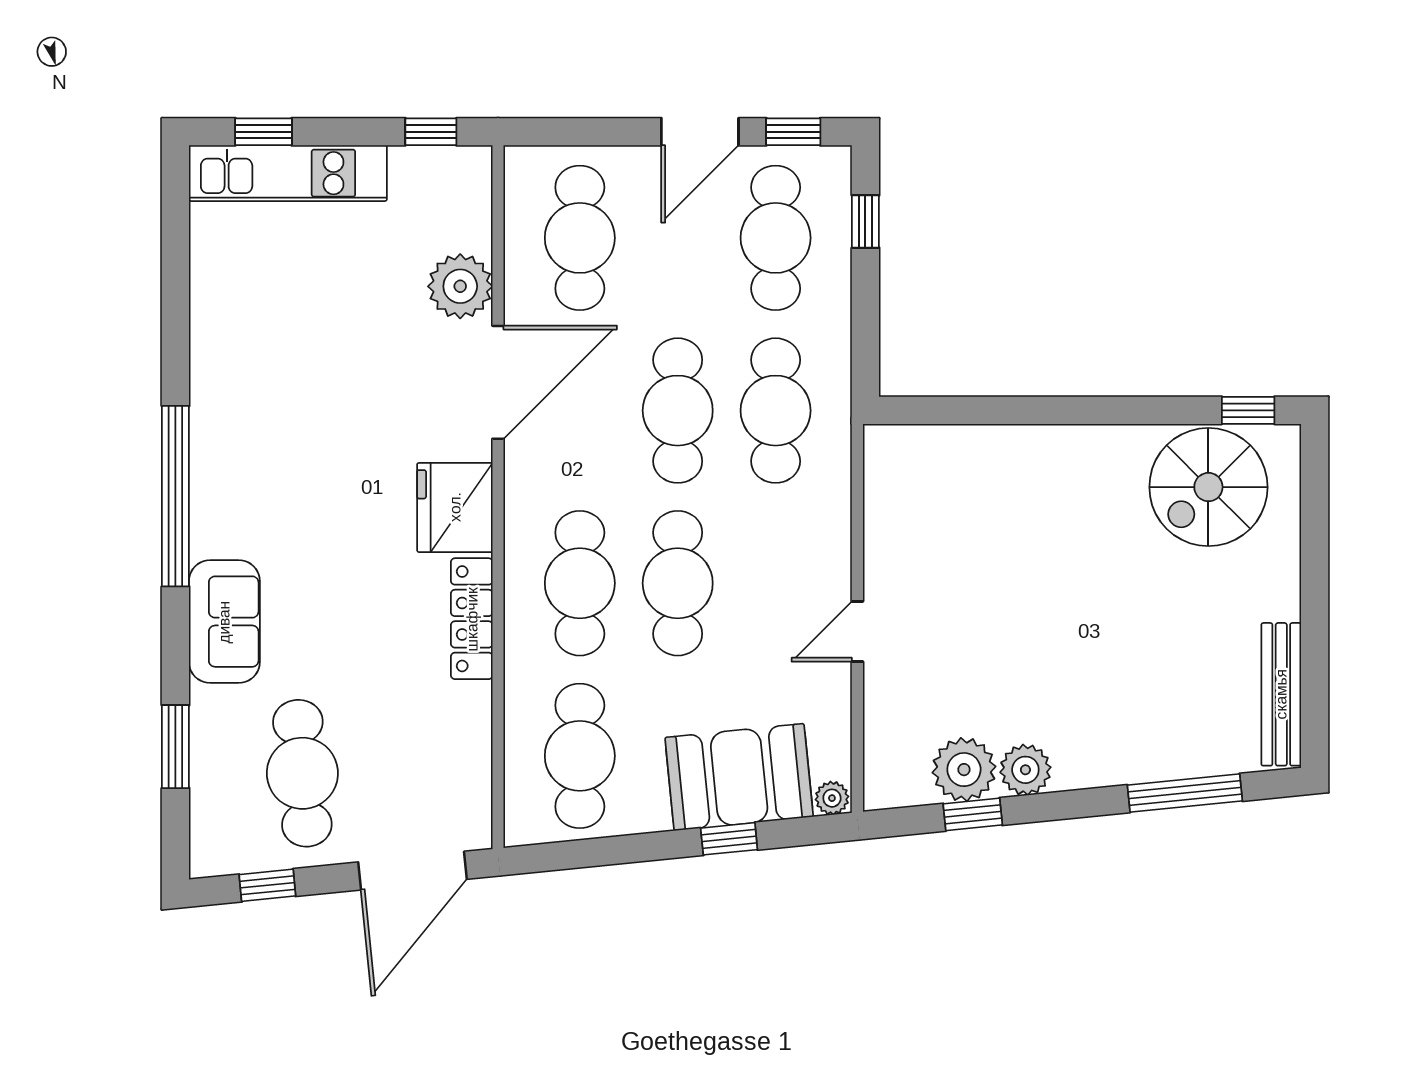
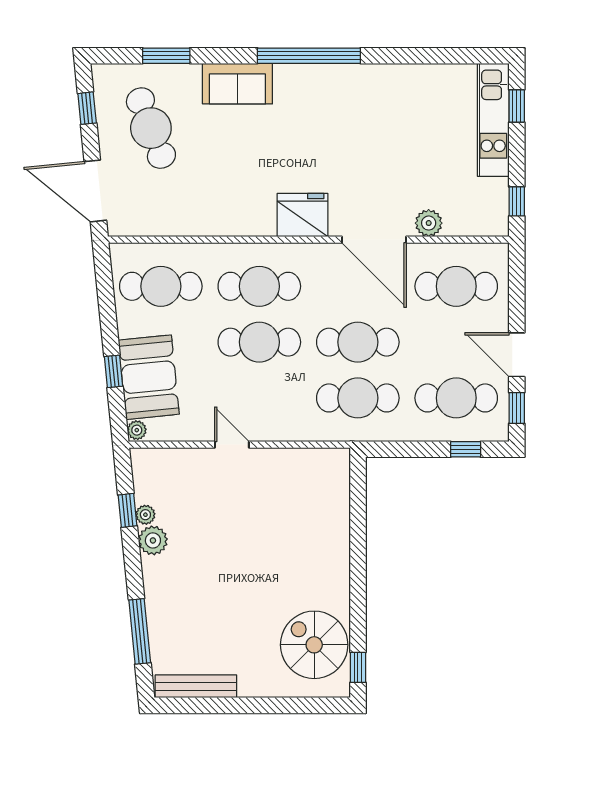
plant: (460, 286) -> (429, 223), width x0.73, depth x0.73
locker: (472, 619) -> (239, 225), removed
plant: (964, 770) -> (145, 515), width x0.53, depth x0.53
cafe table: (302, 773) -> (151, 128), turned 74

